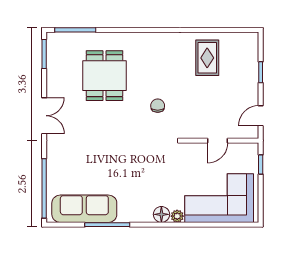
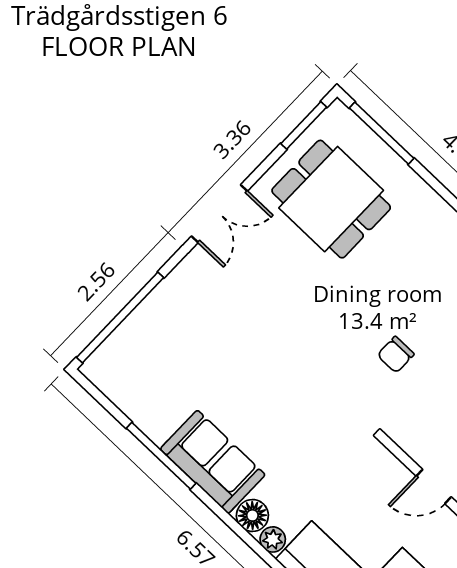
dining table: (104, 76) -> (331, 199), moved, turned 90
chair: (158, 106) -> (396, 355), turned 180
sofa: (84, 209) -> (213, 462), moved, width x0.73

